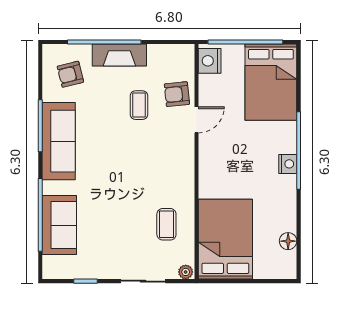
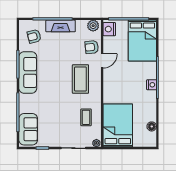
plant: (180, 54) -> (93, 26), added
coffee table: (139, 105) -> (80, 79), moved, width x1.86, depth x1.72
sofa: (59, 225) -> (28, 129), moved

